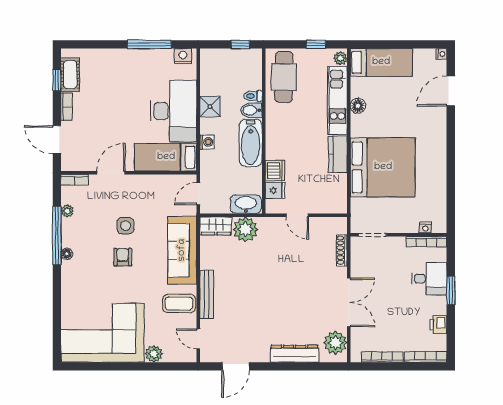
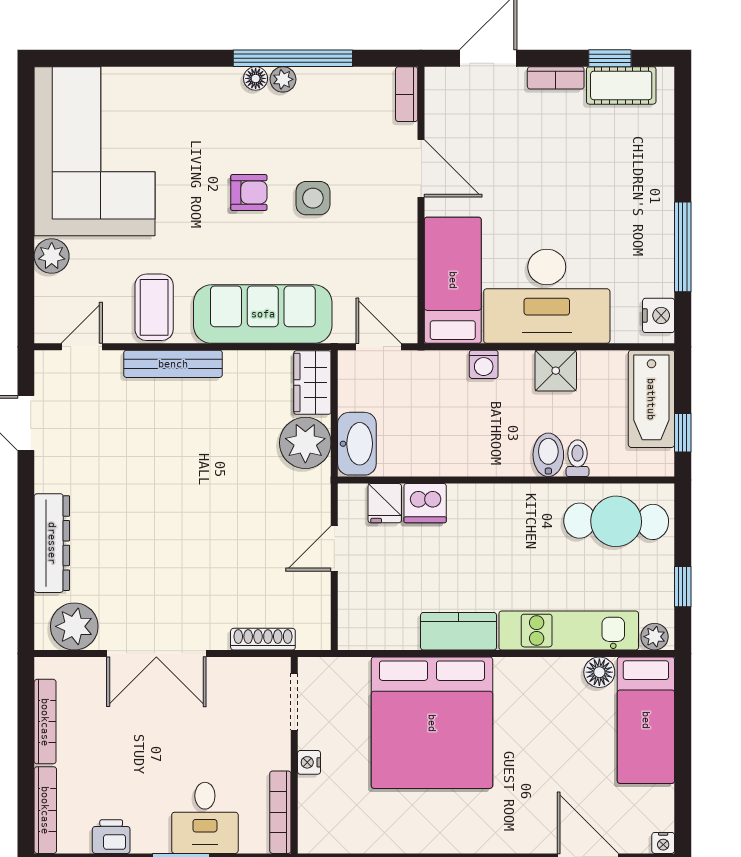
floor lamp: (358, 106) -> (599, 672), moved
bathtub: (251, 143) -> (651, 399), moved, turned -90
plant: (67, 211) -> (283, 79), moved
nightstand: (425, 228) -> (309, 762), moved

